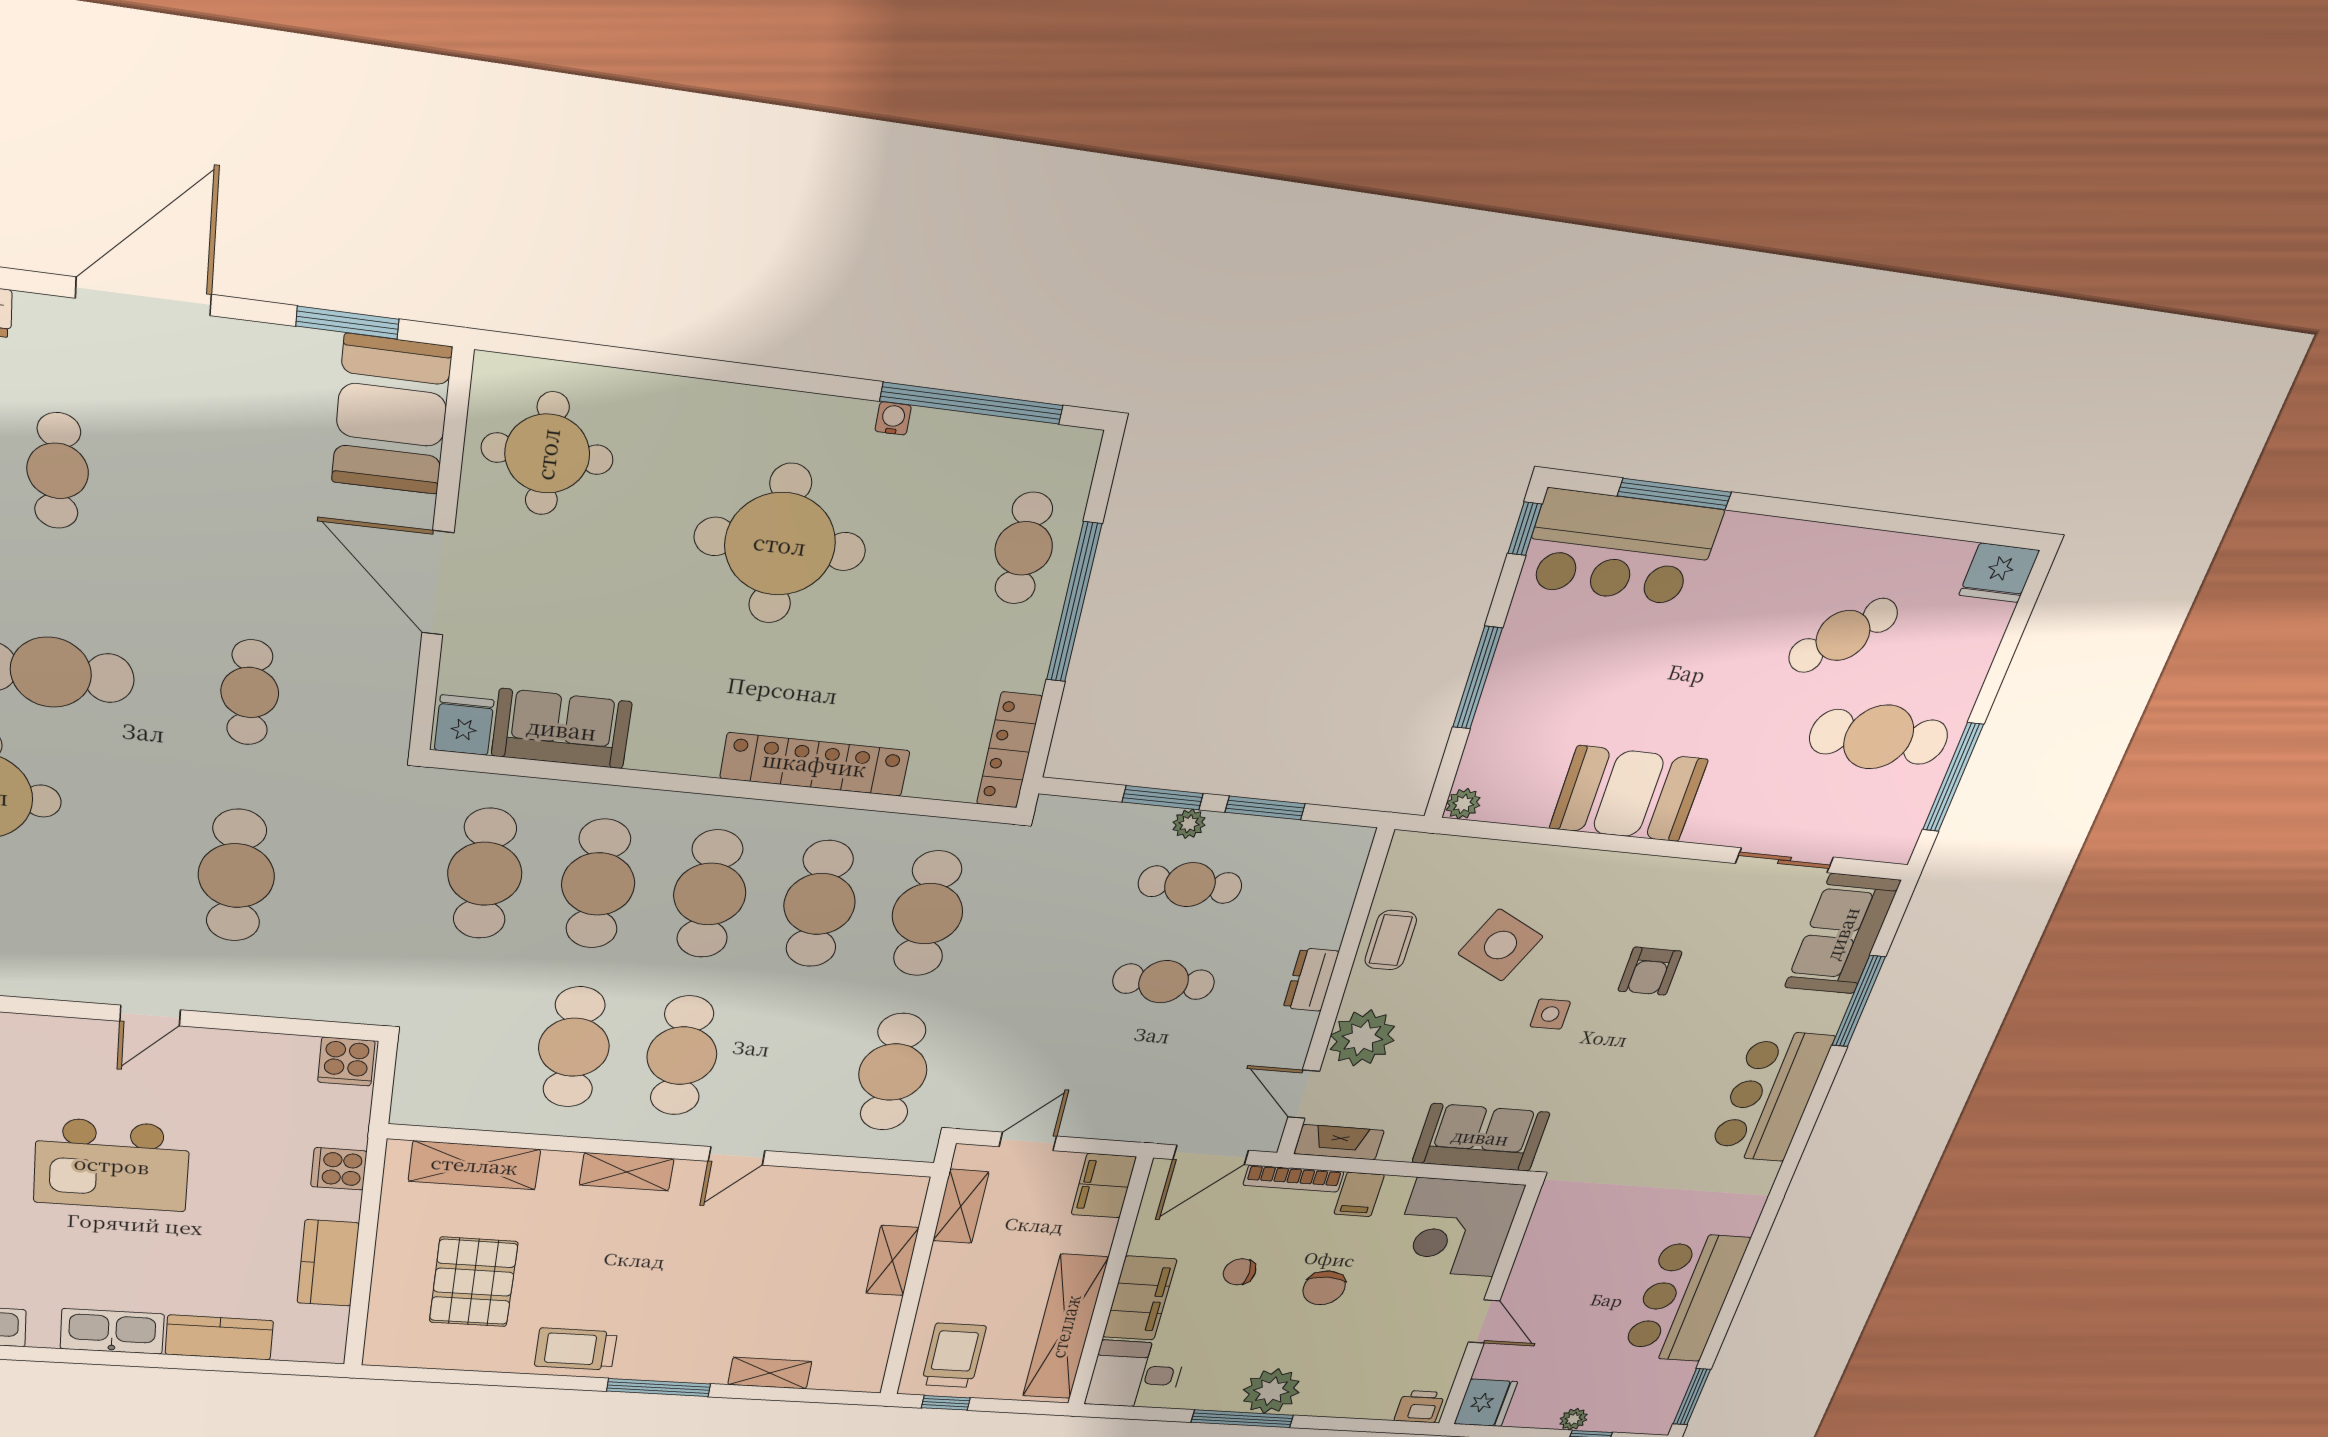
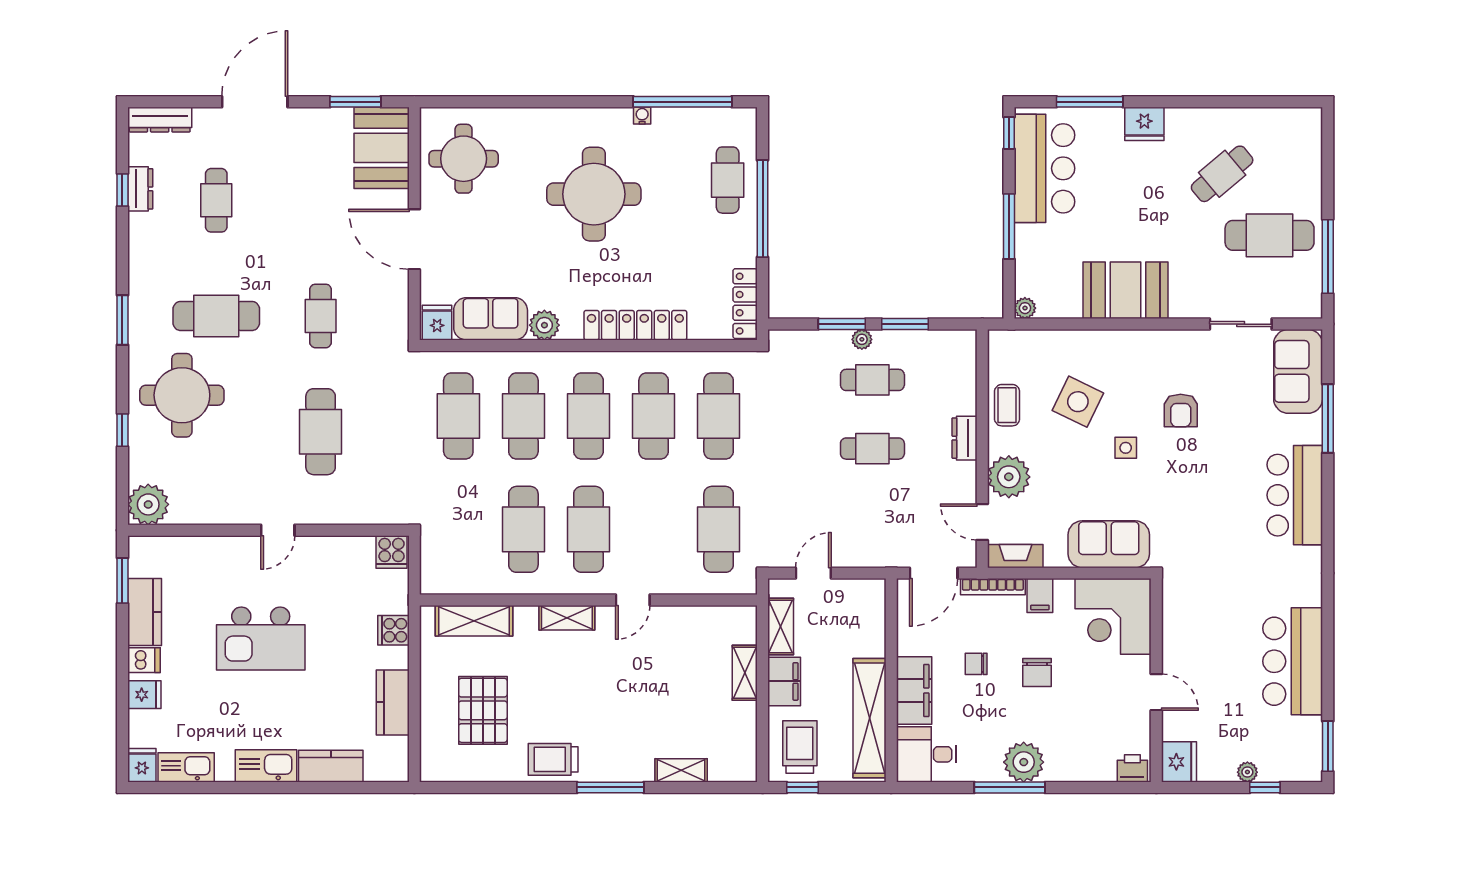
bar counter: (1620, 548) -> (1044, 168), moved, turned -90
fridge: (1999, 573) -> (1144, 124), moved
plant: (656, 748) -> (544, 325), added
filing cabinet: (1104, 1186) -> (784, 681), moved, turned 180

